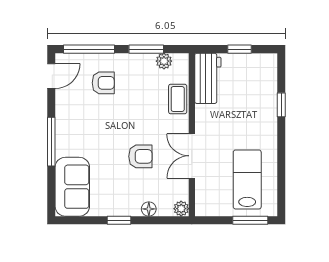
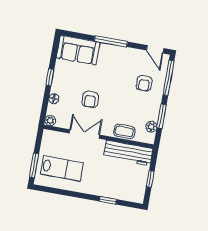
workbench: (208, 78) -> (128, 153), width x1.37

